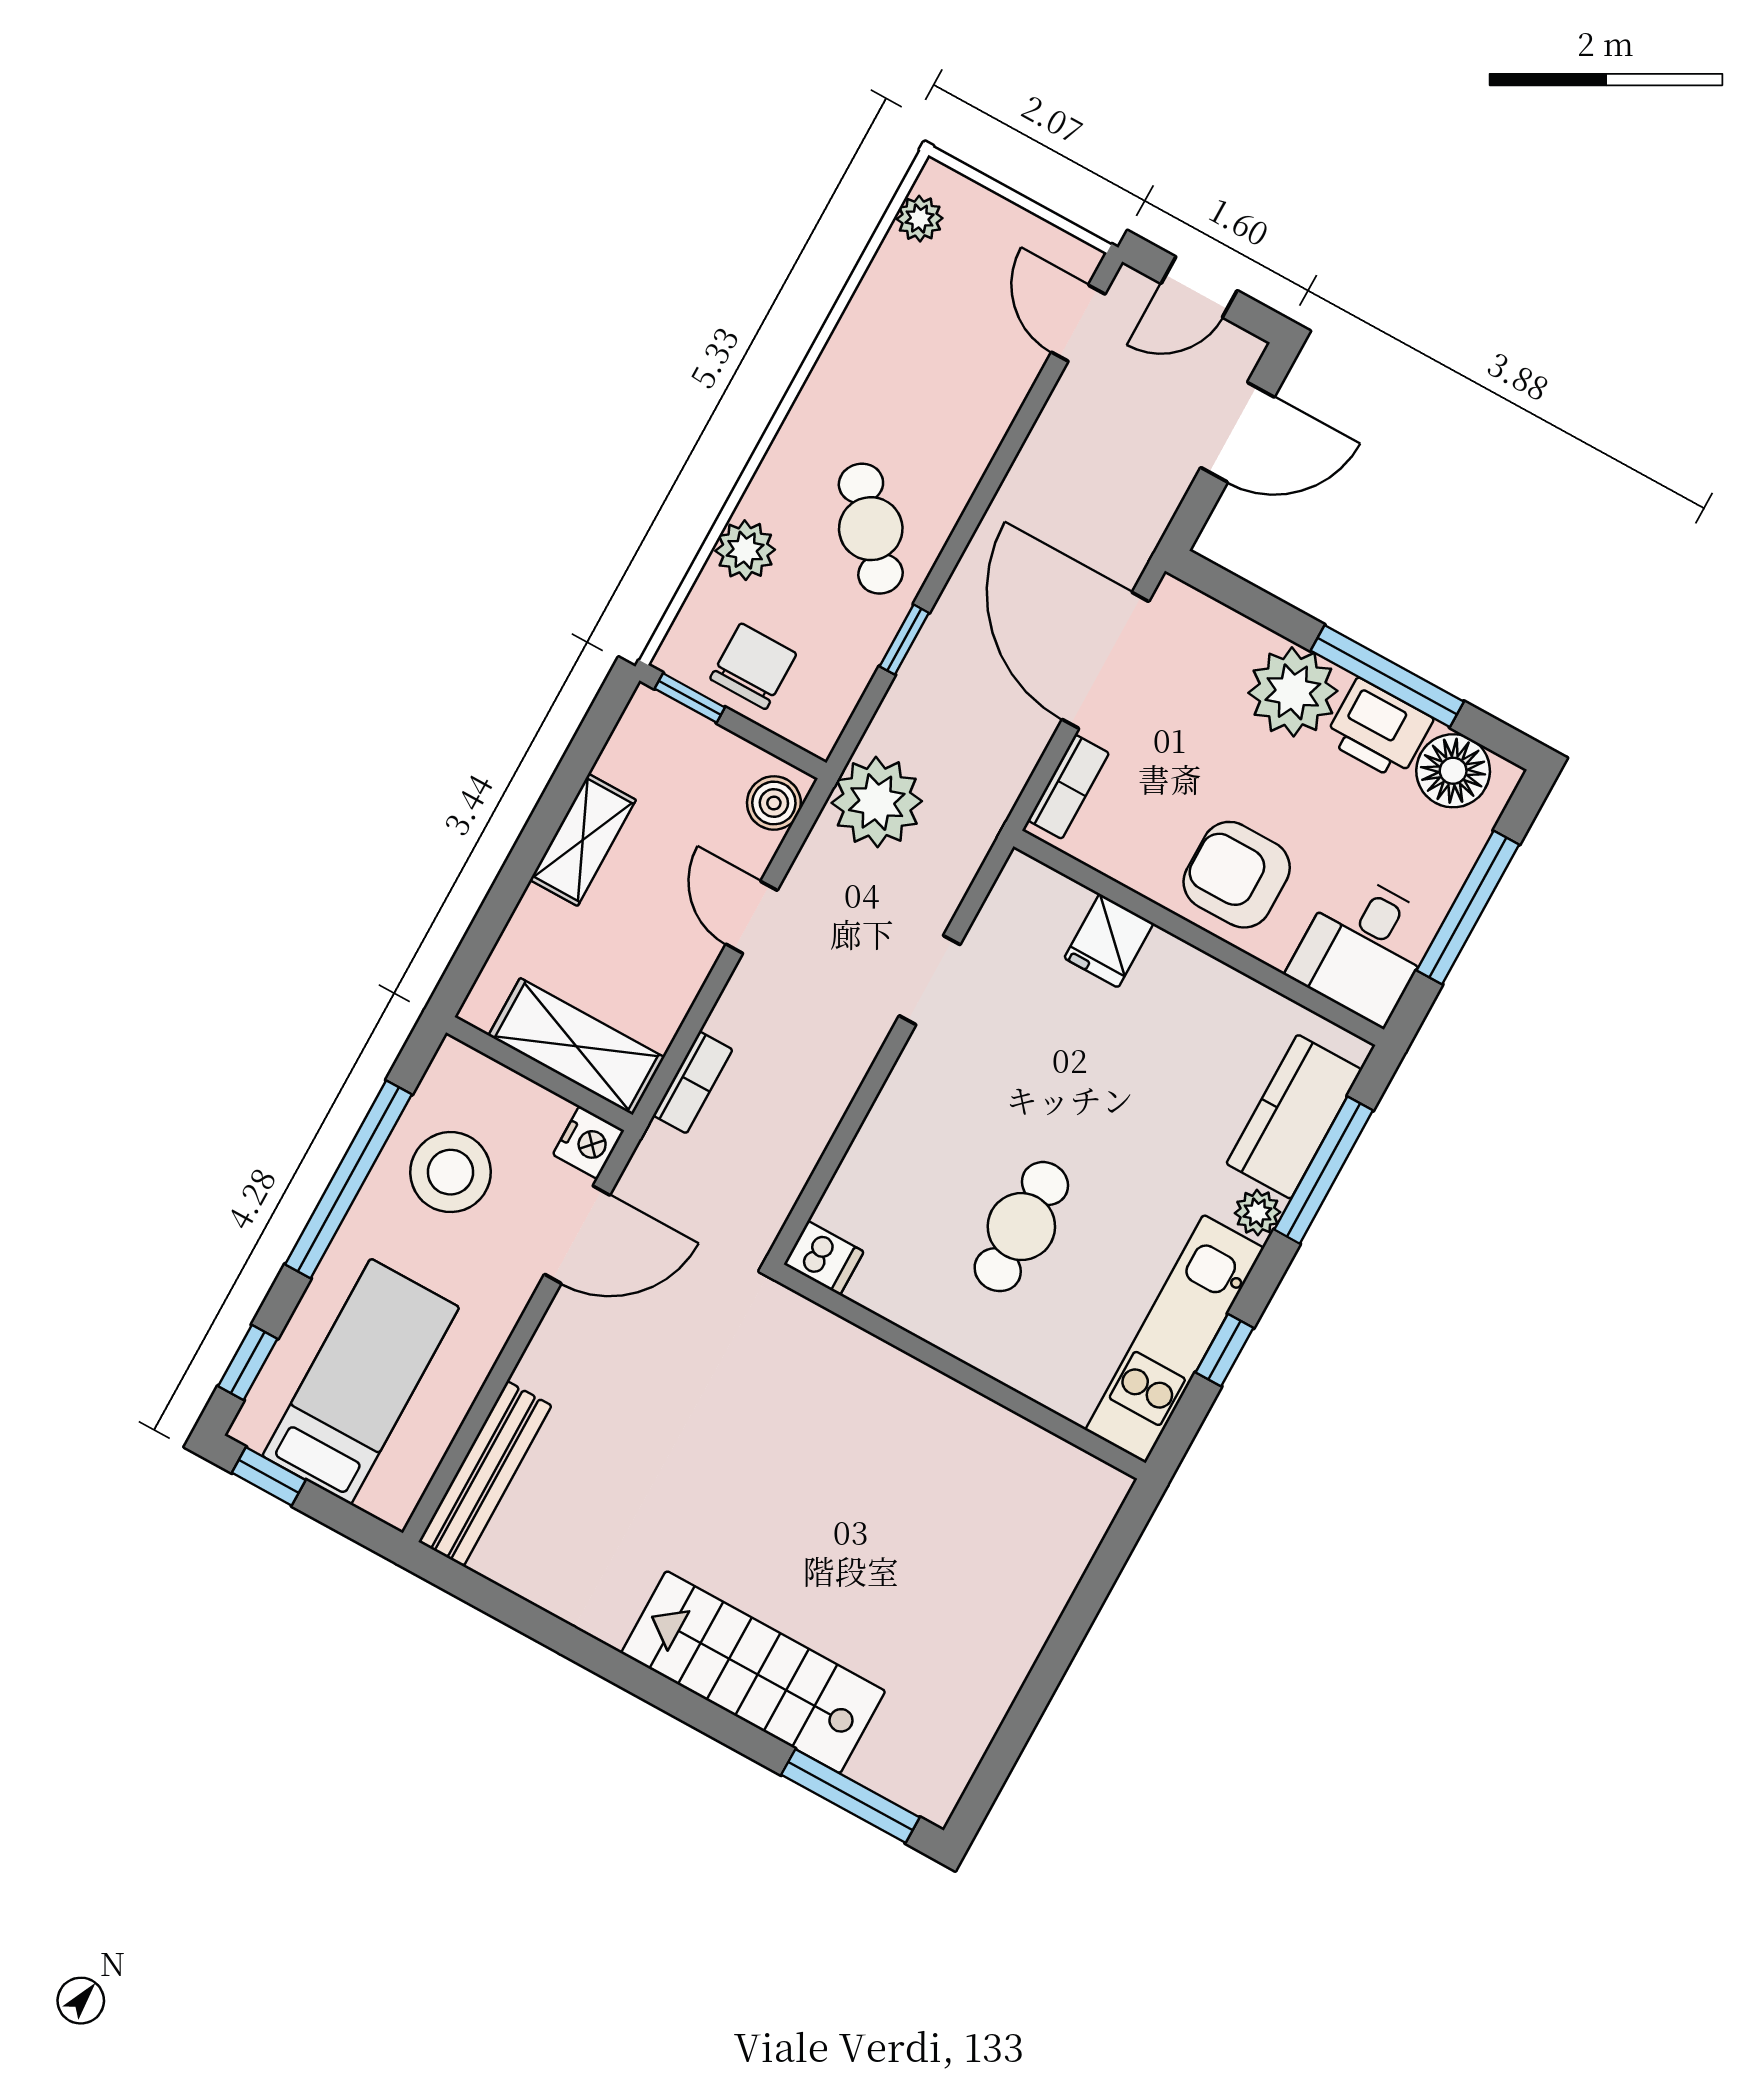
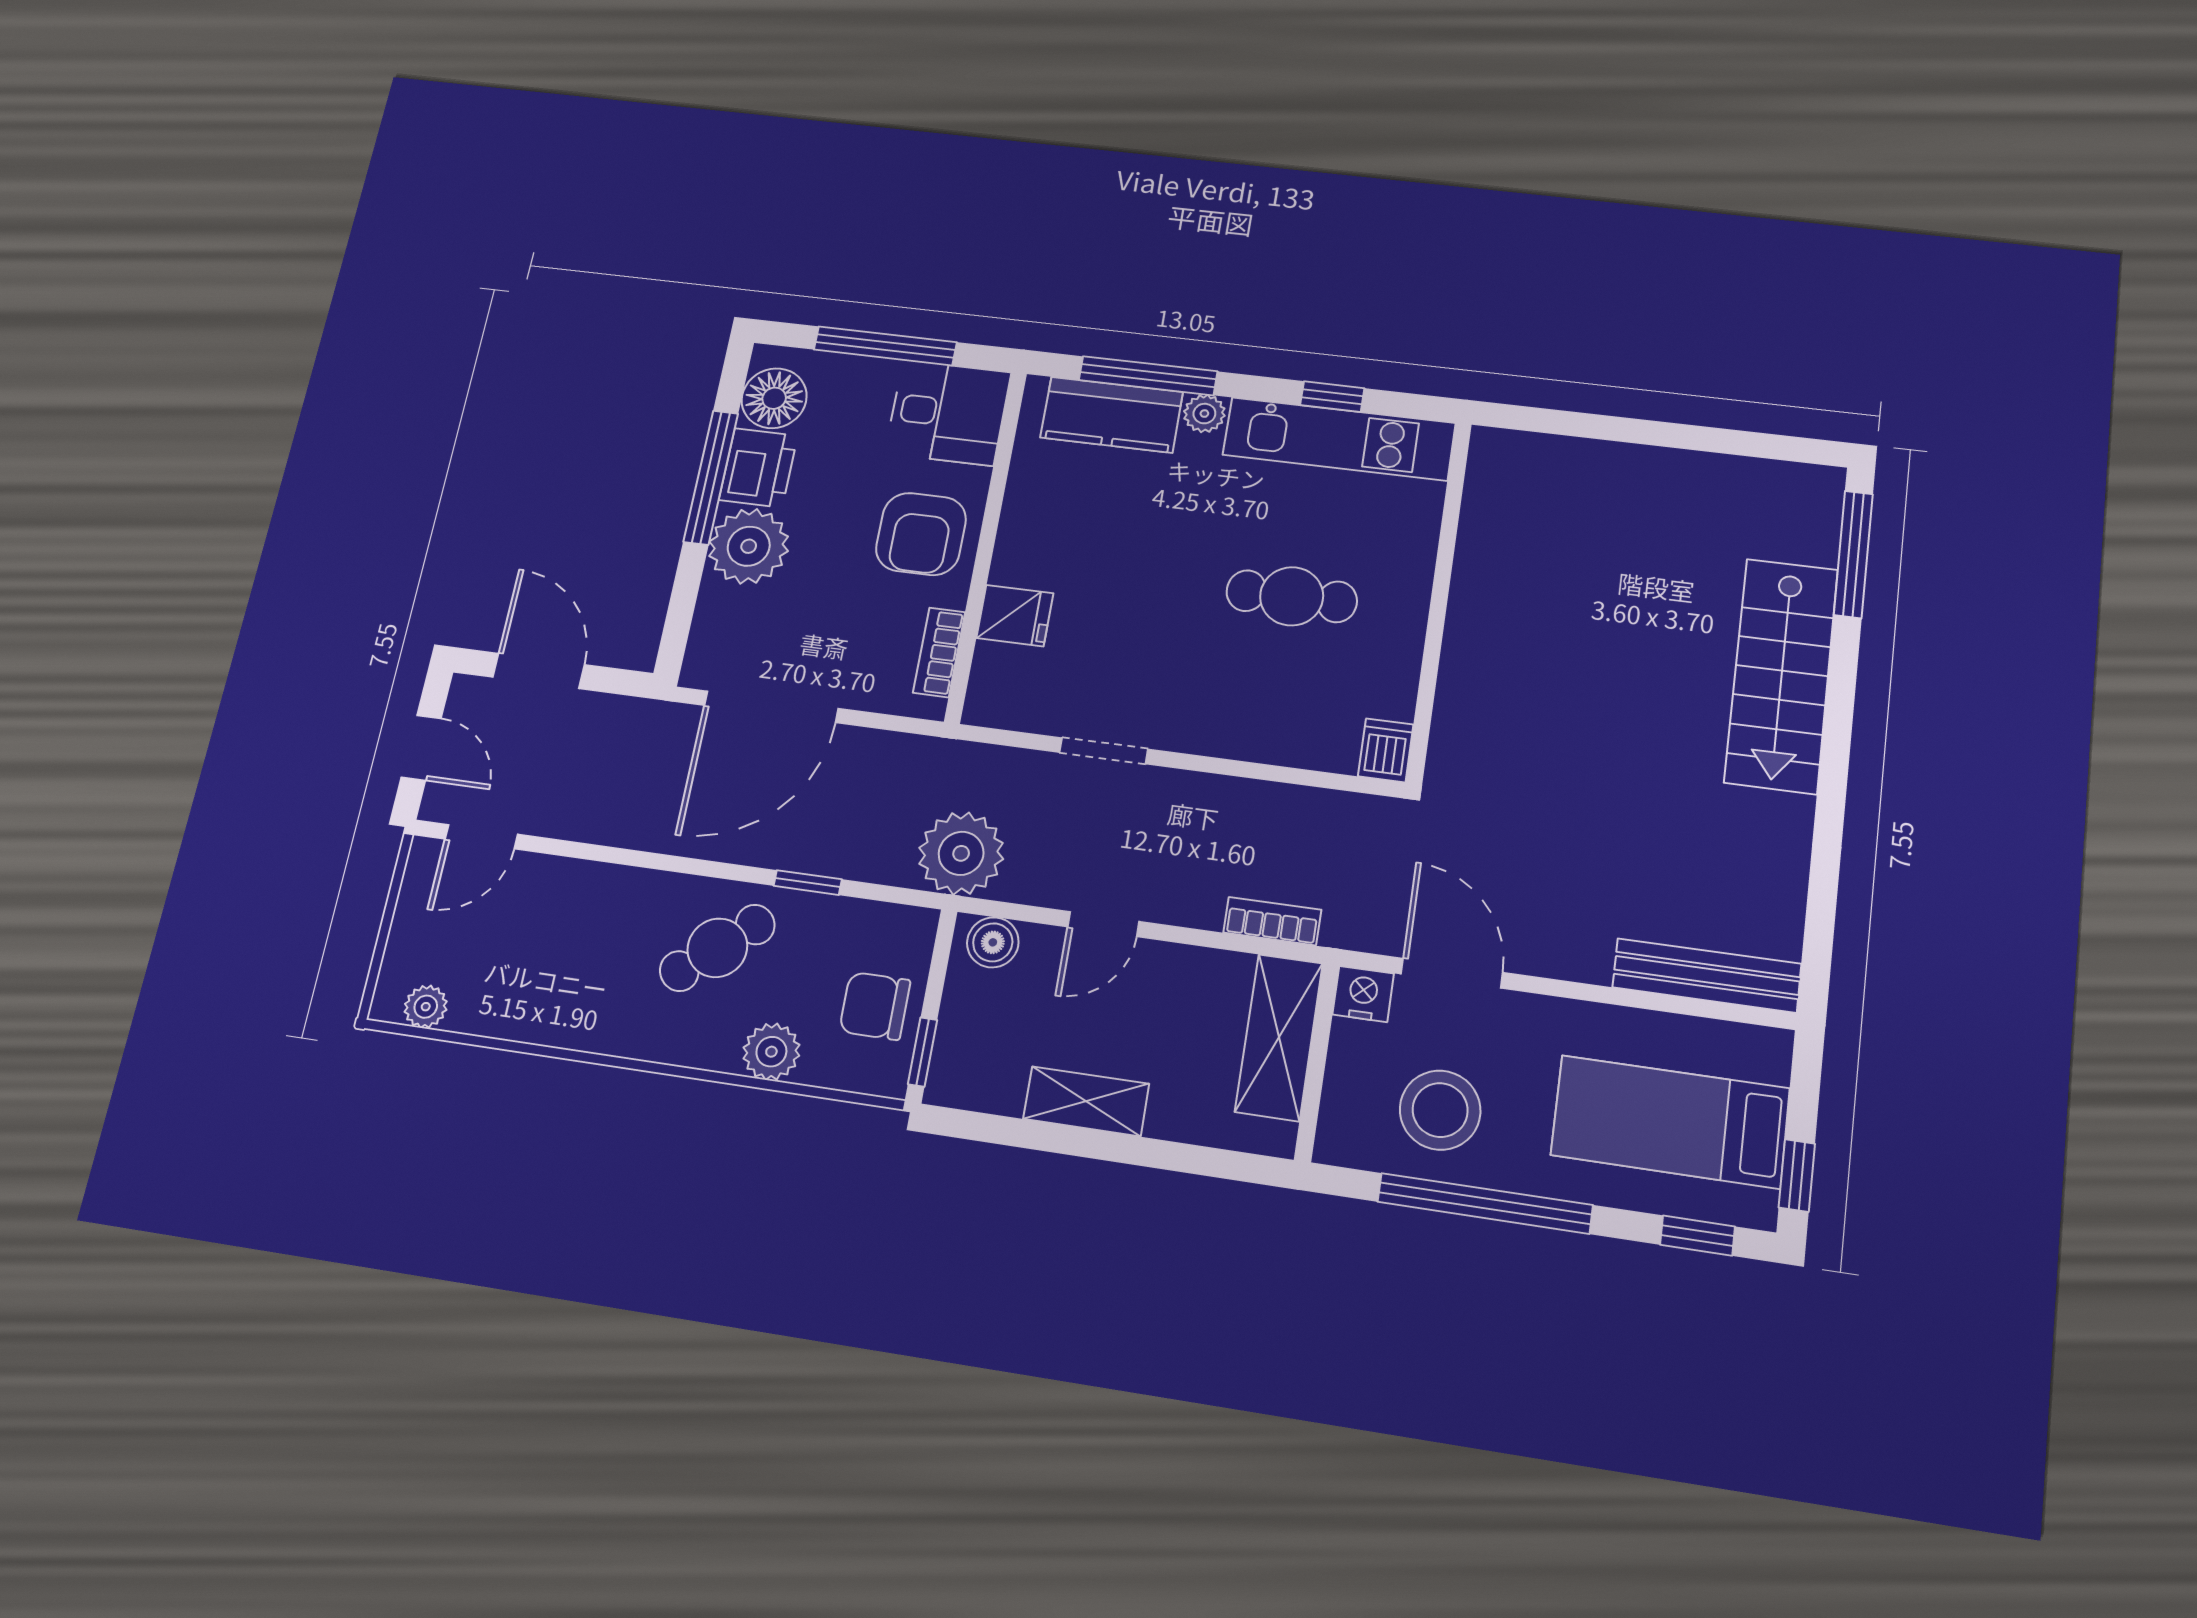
bookcase: (1068, 787) -> (939, 652), moved, turned -90

